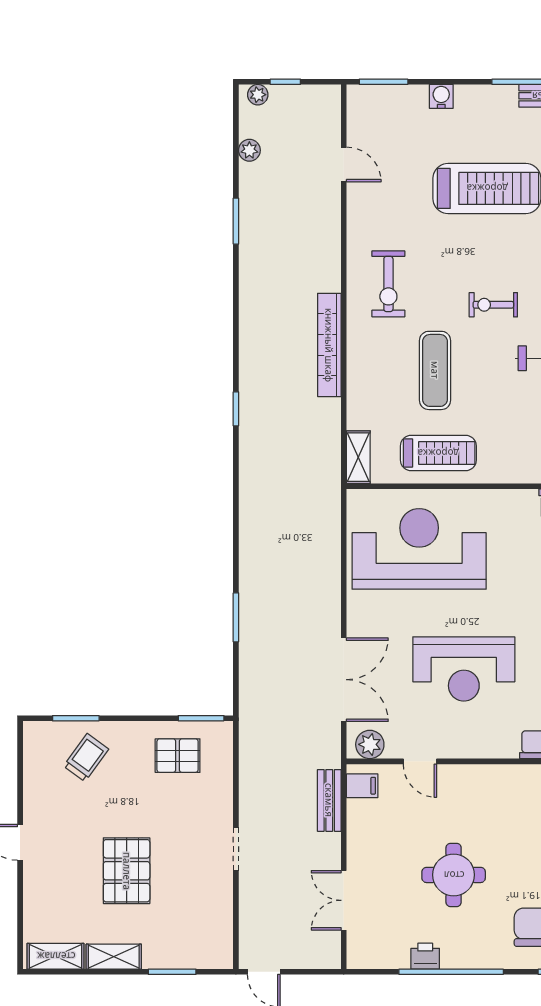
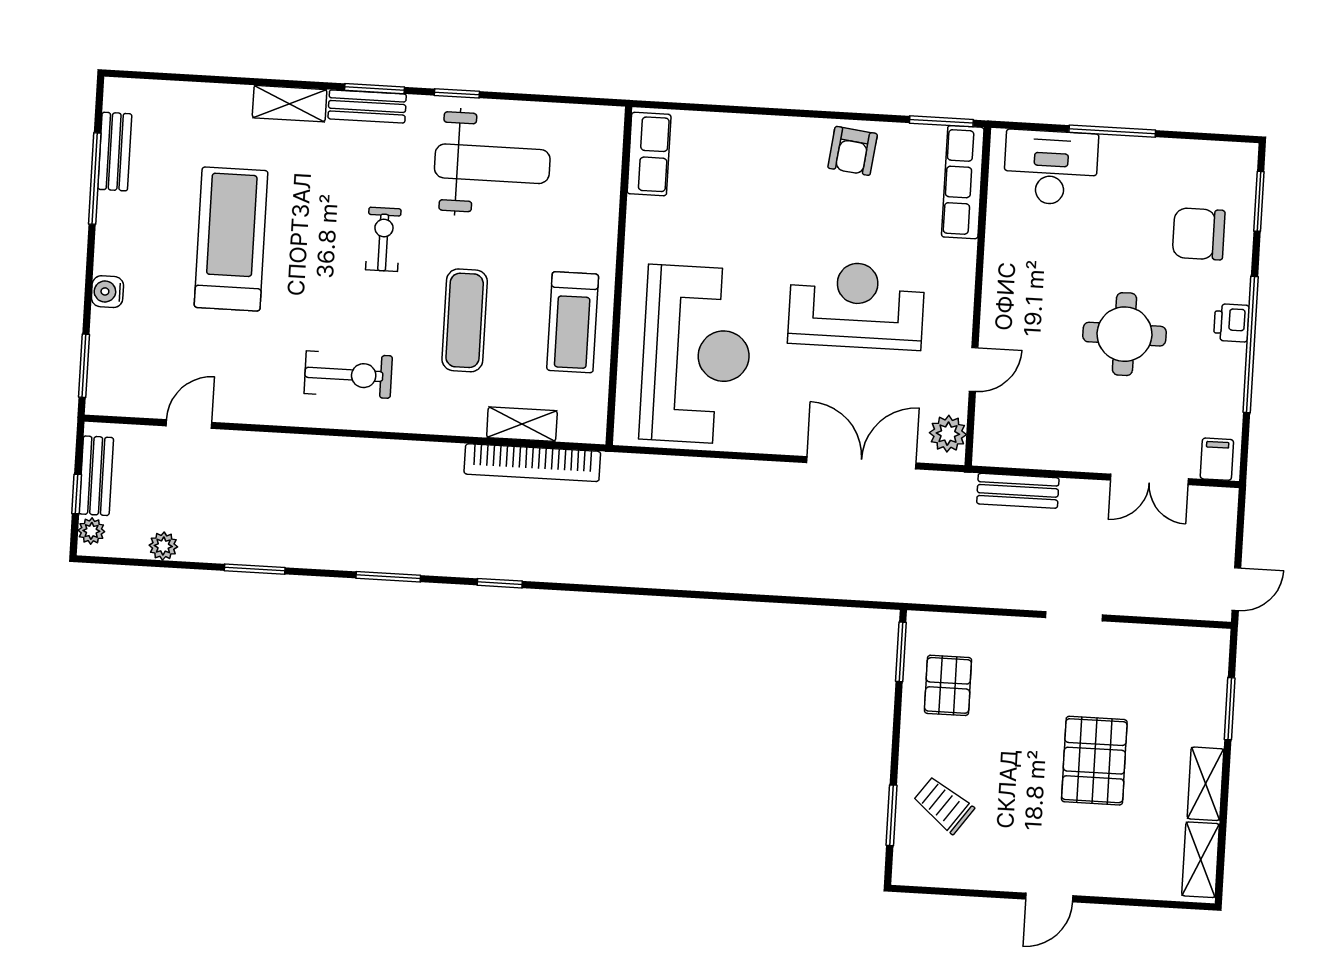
bench: (300, 96) -> (96, 476), added
exercise bike: (493, 305) -> (383, 239), turned 180
bookcase: (329, 345) -> (532, 463), moved
exercise mat: (435, 370) -> (465, 320), turned 90
treadmill: (438, 453) -> (573, 322), turned 180
shelving: (358, 457) -> (522, 424), moved
reception desk: (419, 549) -> (696, 355), turned 180
window: (236, 617) -> (388, 577), moved
reception desk: (464, 669) -> (856, 305), turned -90
filing cabinet: (362, 786) -> (1217, 459), moved
pallet: (127, 871) -> (1094, 761), turned 90
printer: (425, 956) -> (1231, 323), moved

